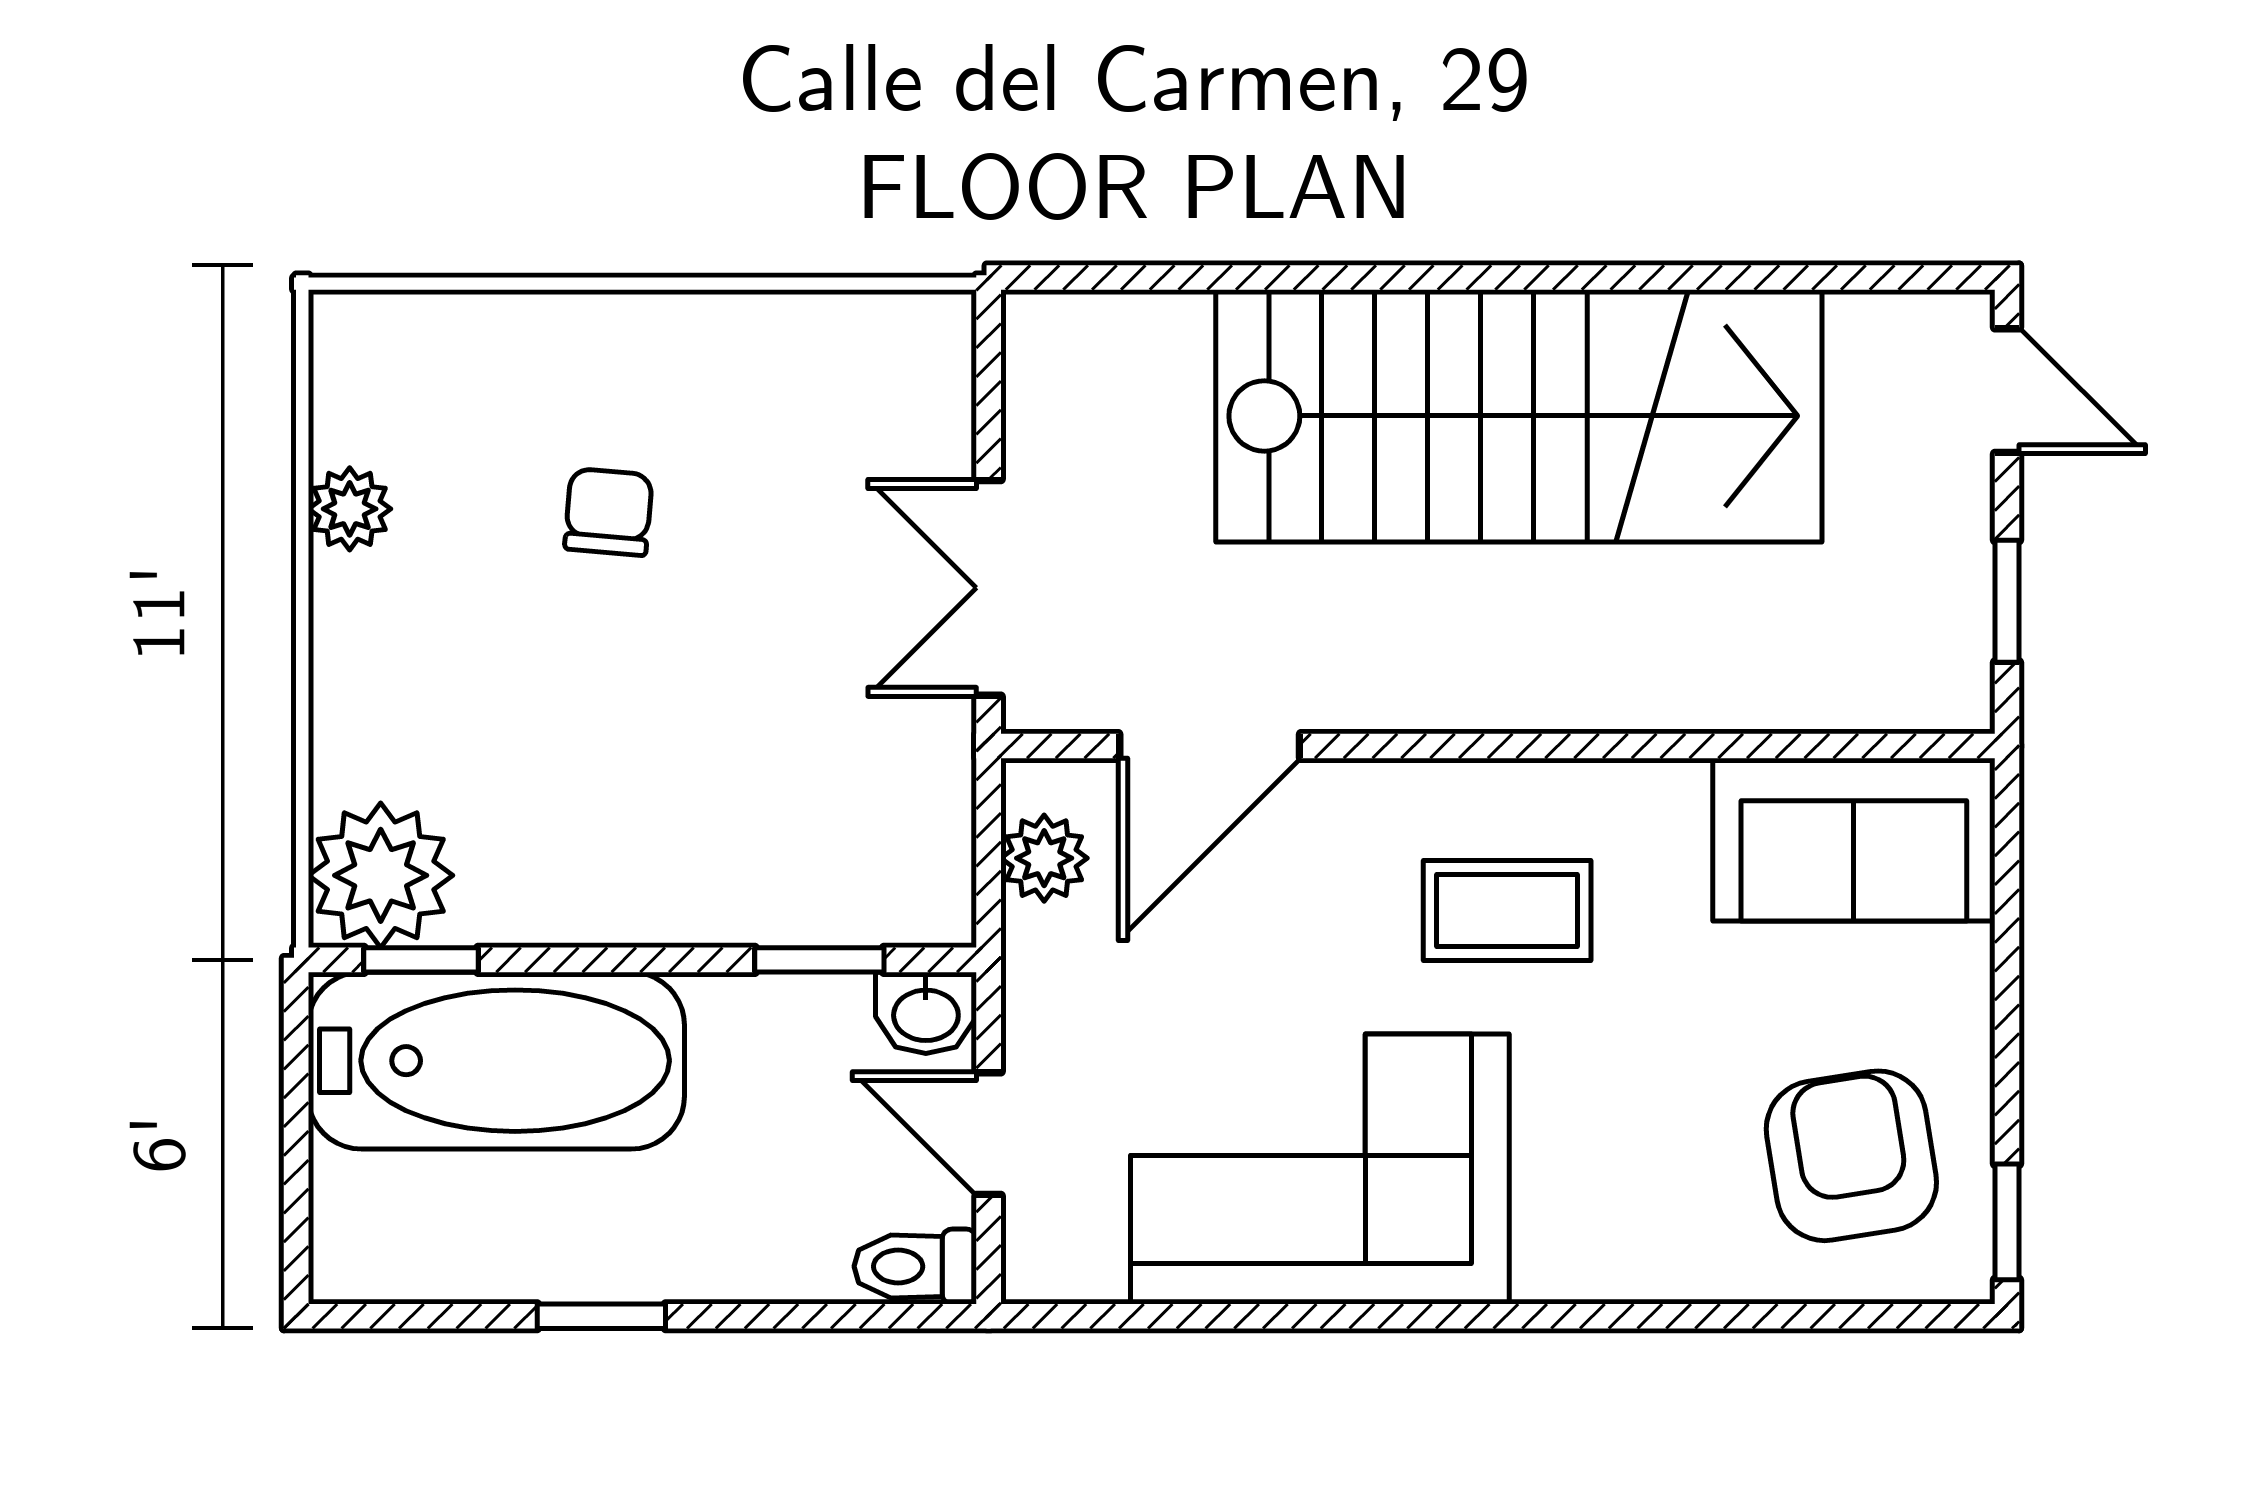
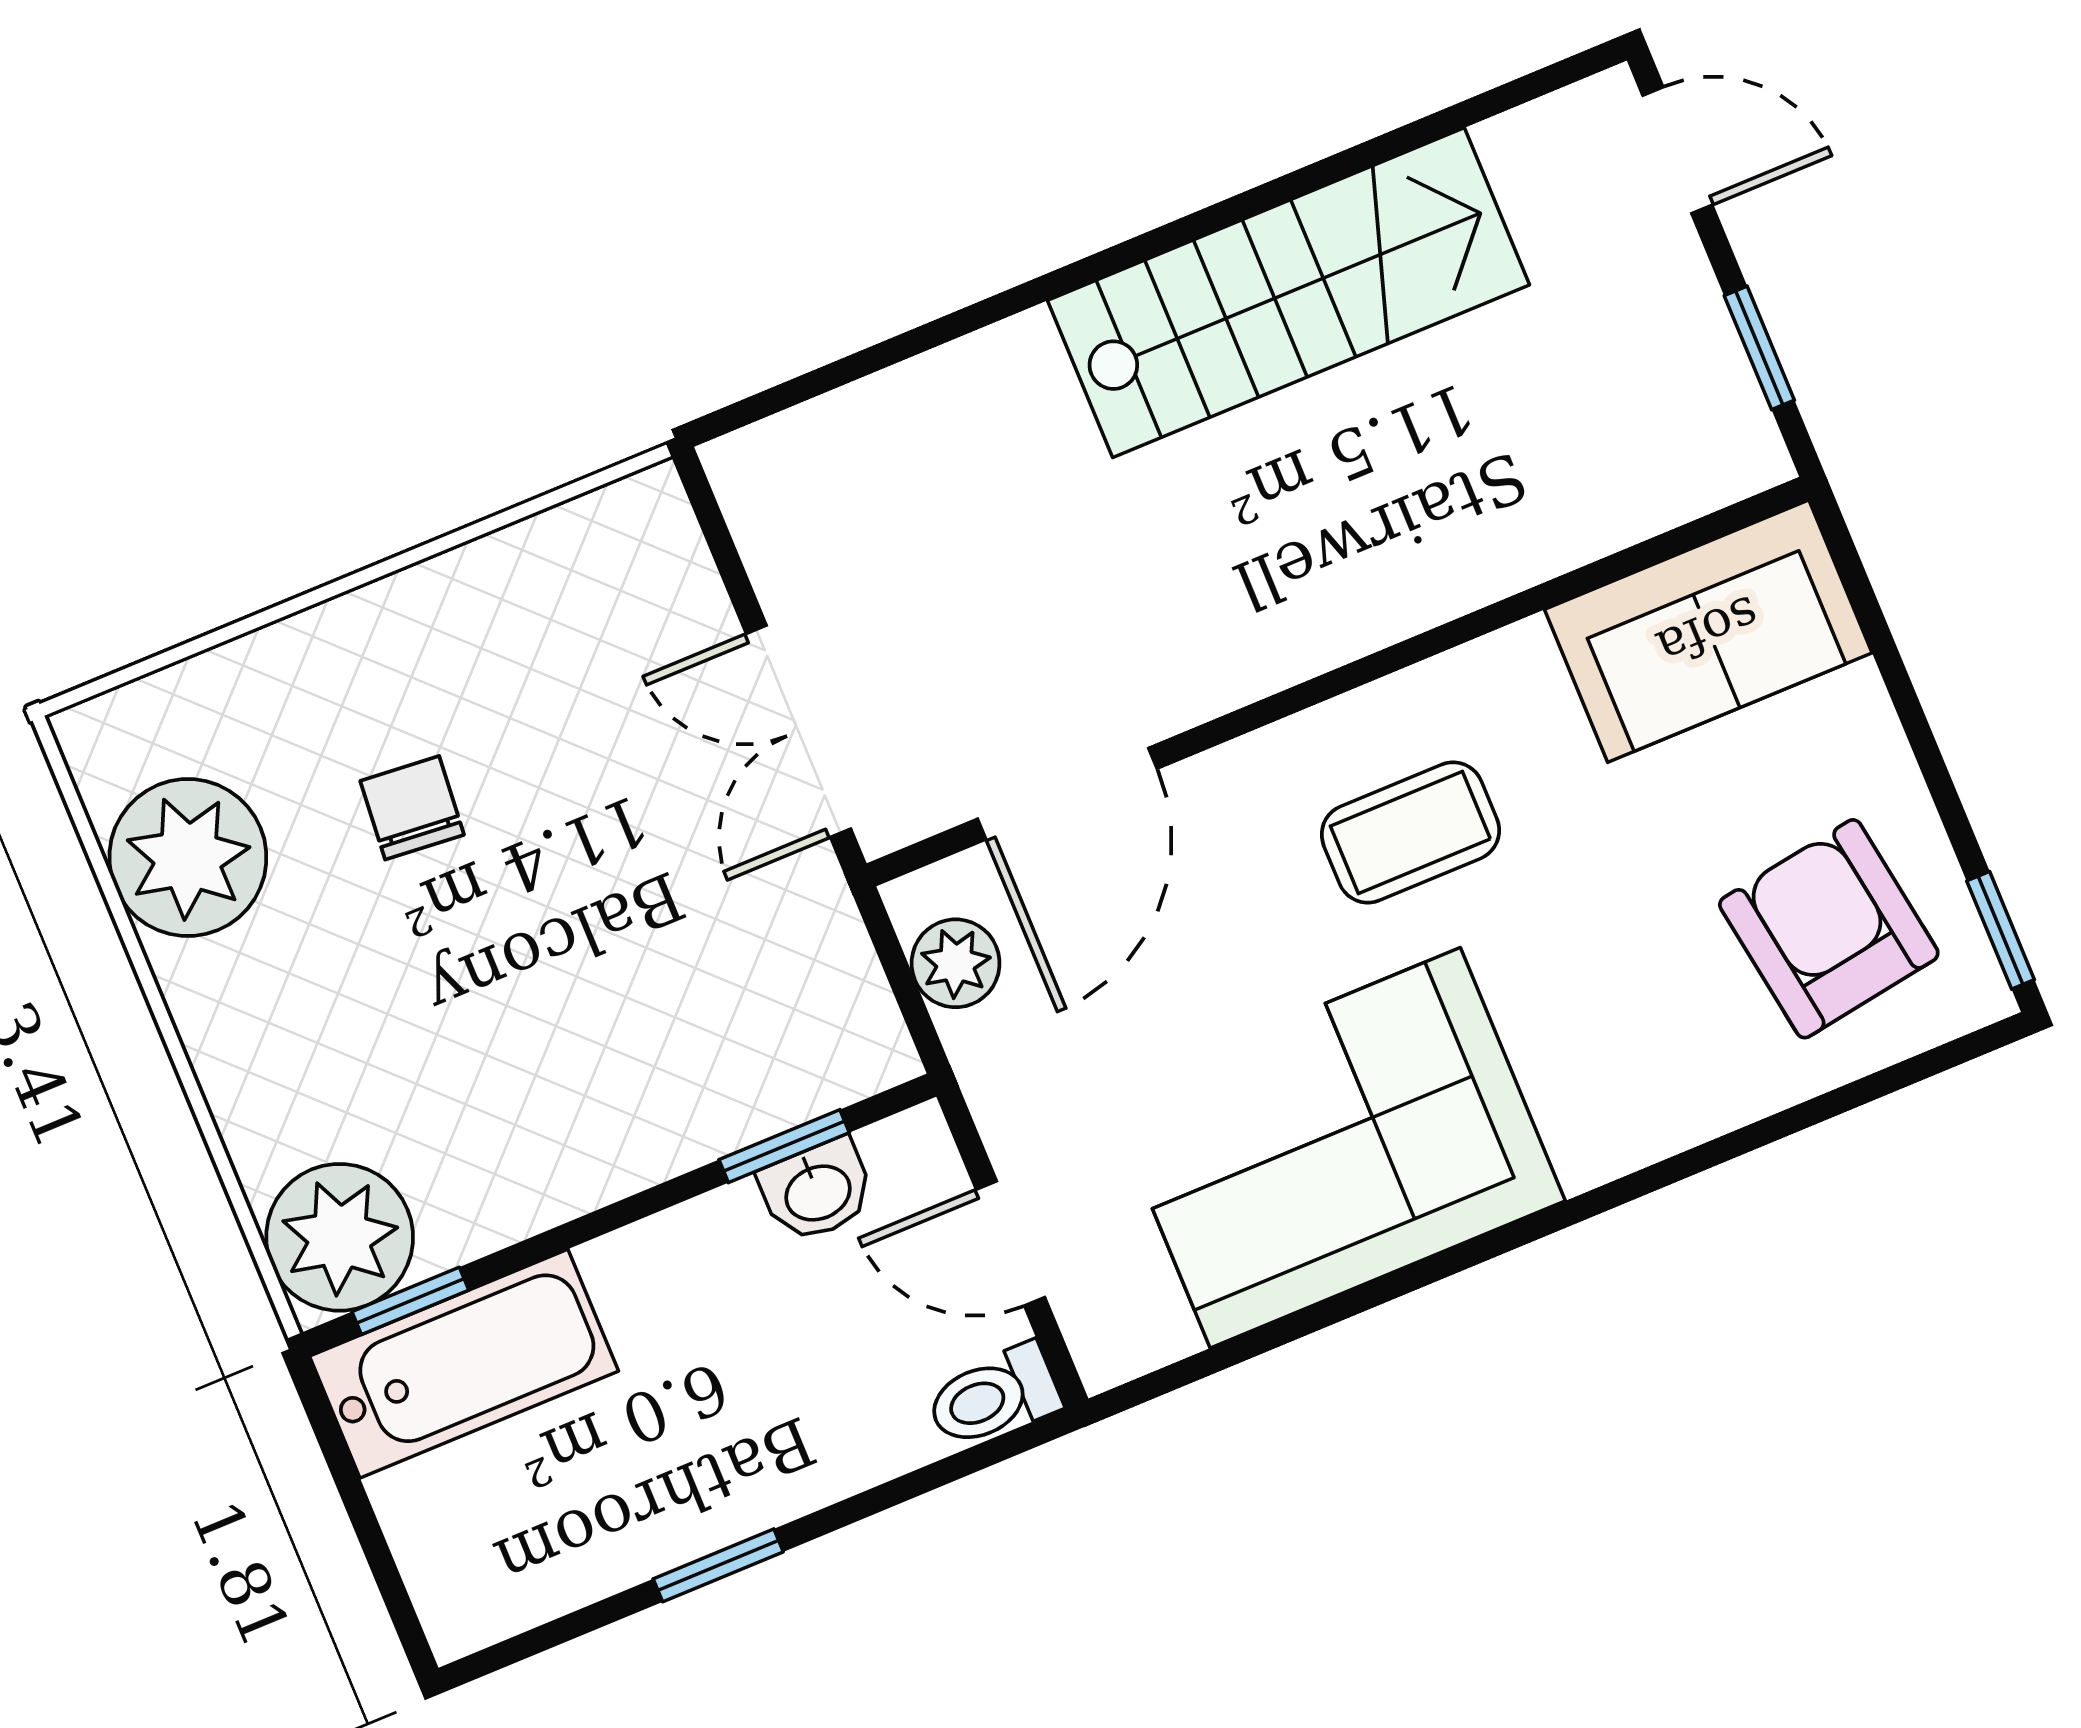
stairs: (1519, 416) -> (1289, 293), width x0.73, depth x0.66
plant: (350, 509) -> (188, 858), width x1.88, depth x1.88
washbasin: (926, 1013) -> (817, 1191), moved
bathtub: (496, 1061) -> (464, 1364), width x0.73, depth x0.73

